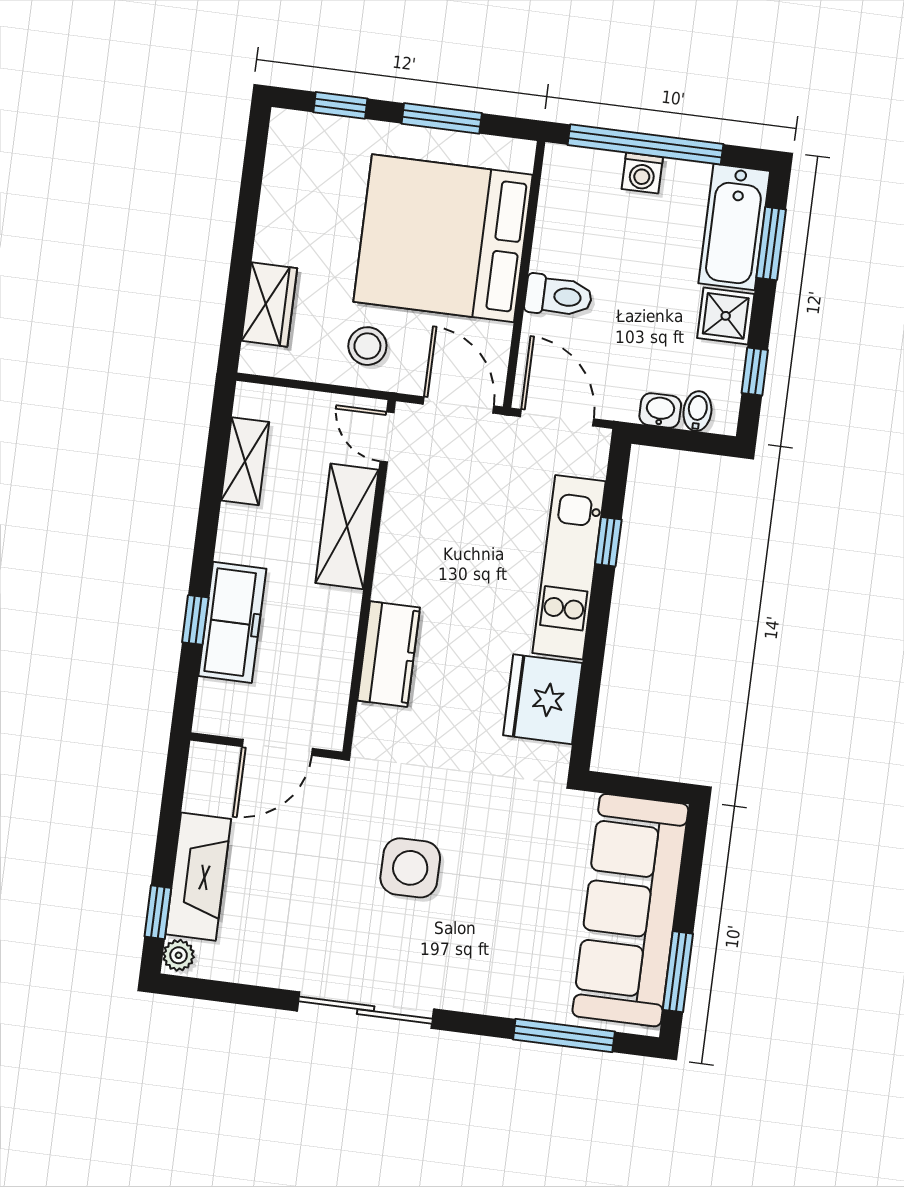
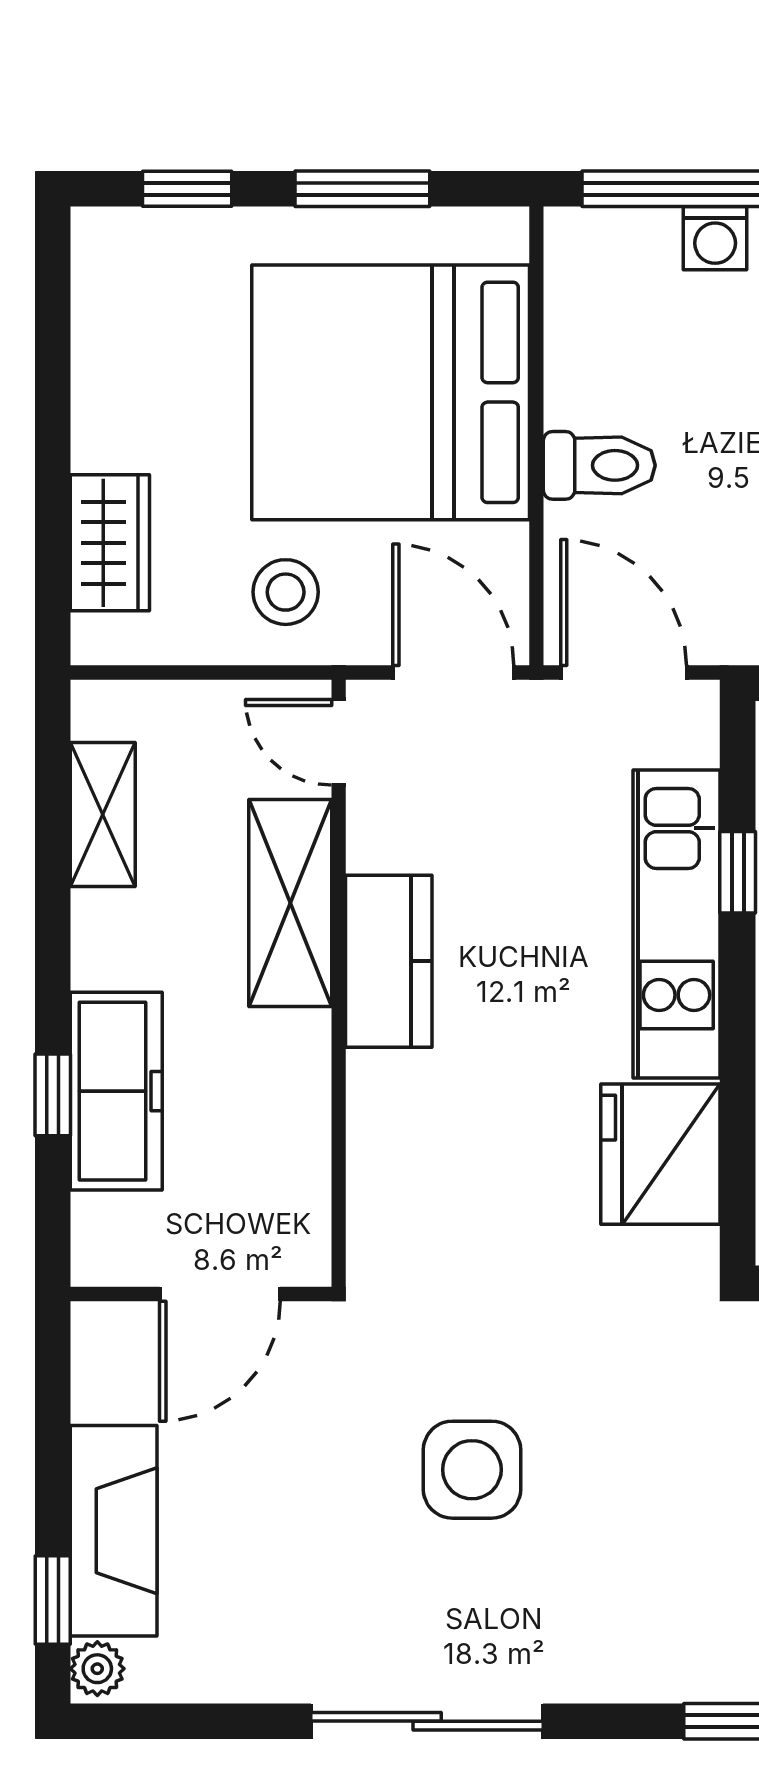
kitchen counter: (389, 654) -> (389, 961), moved

